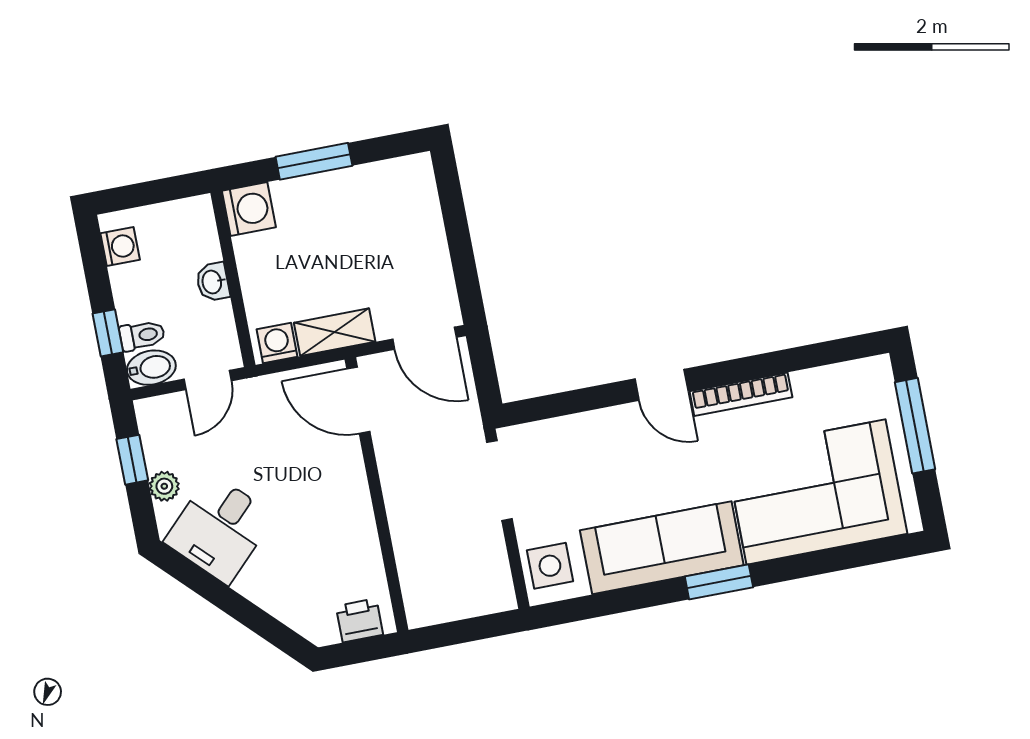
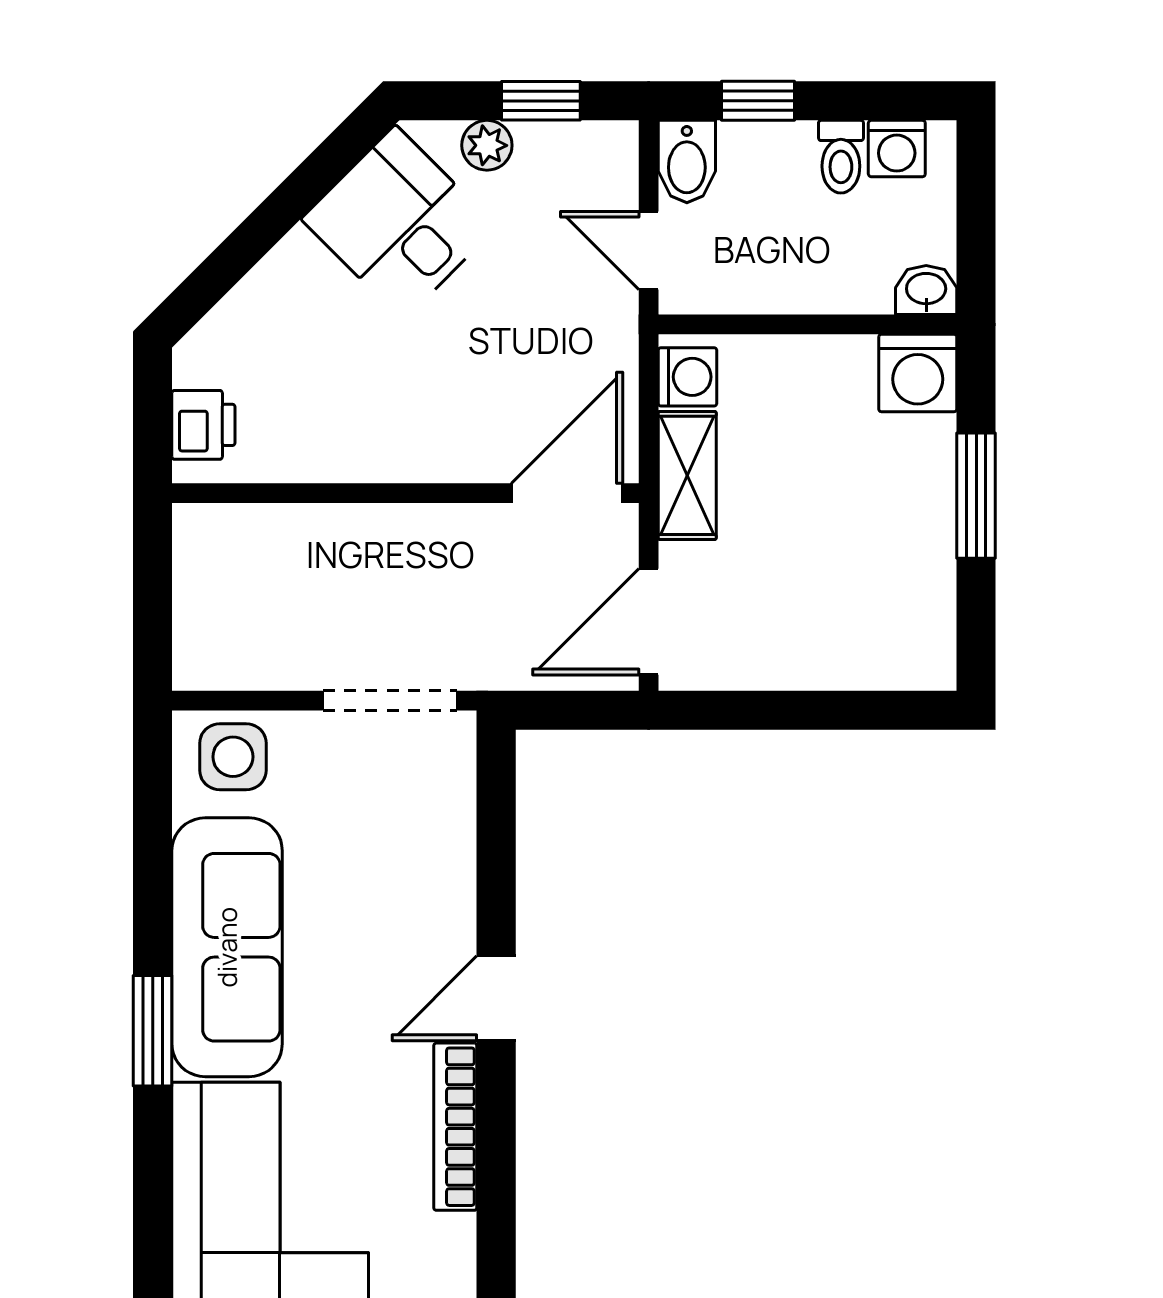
washbasin: (213, 282) -> (926, 290), moved
toilet: (142, 335) -> (841, 157), moved

